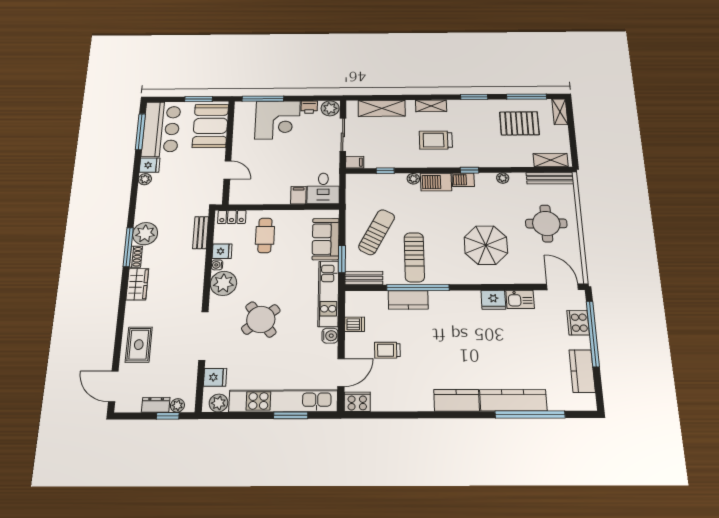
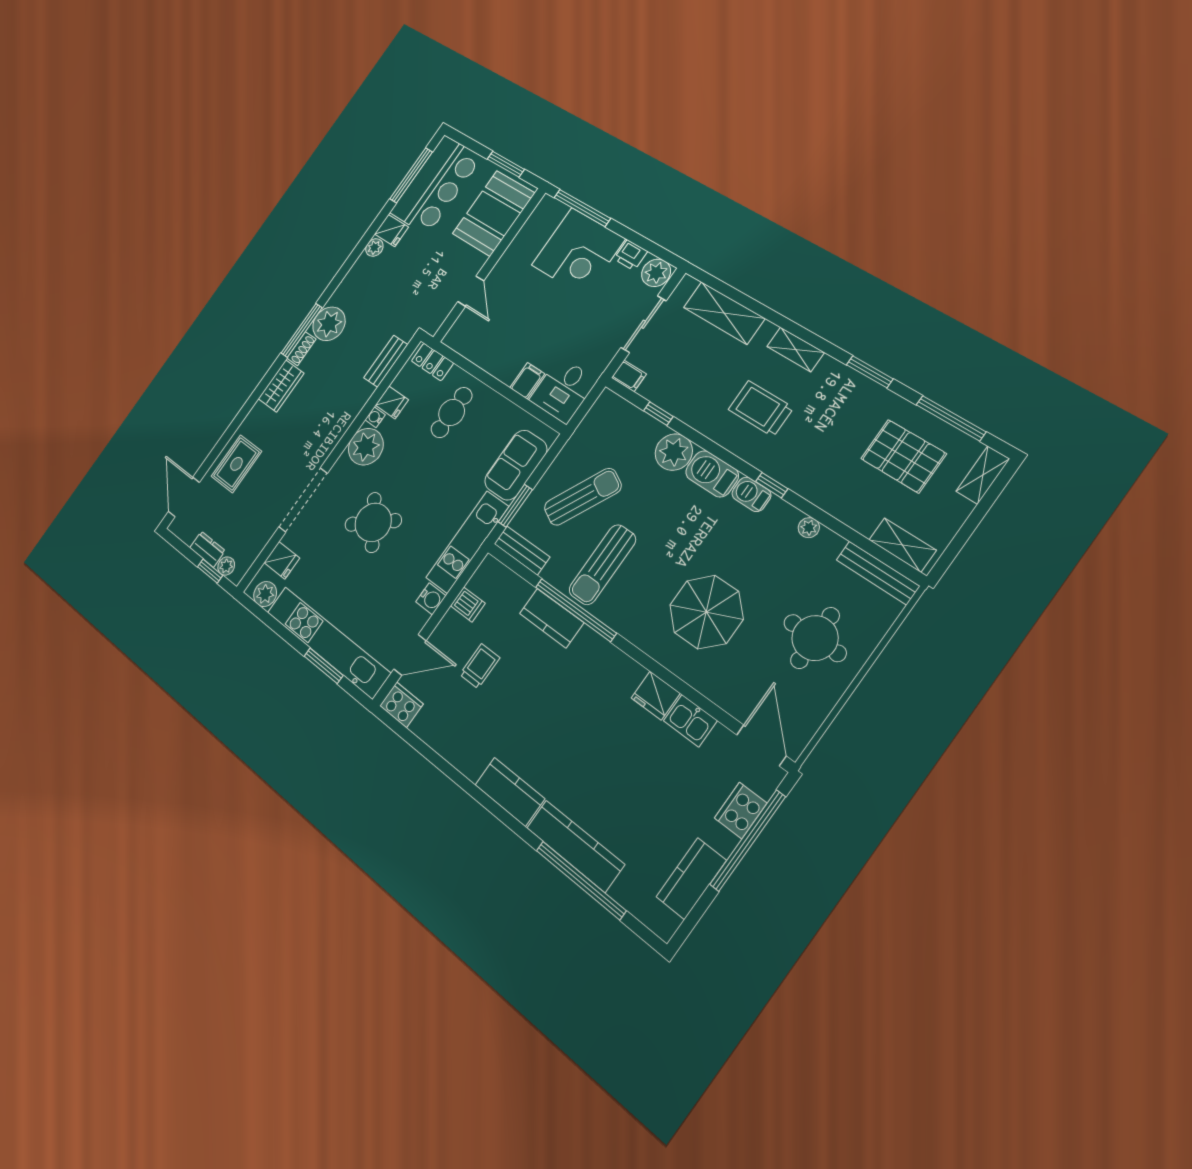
plant: (413, 179) -> (674, 452), width x1.88, depth x1.88
trolley: (387, 350) -> (480, 666), turned 90

